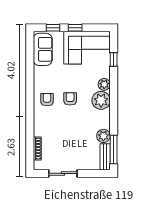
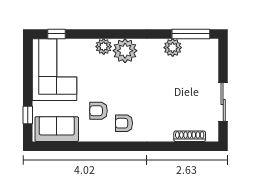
window: (75, 28) -> (28, 85), removed
window: (114, 60) -> (56, 34), moved
armchair: (70, 99) -> (99, 111), moved
bench: (105, 157) -> (201, 45), removed

